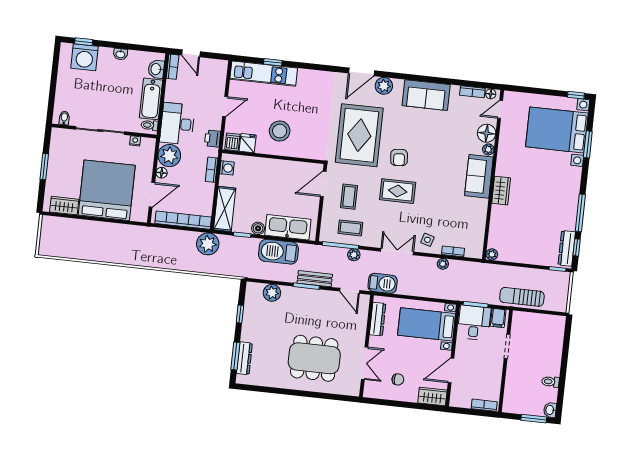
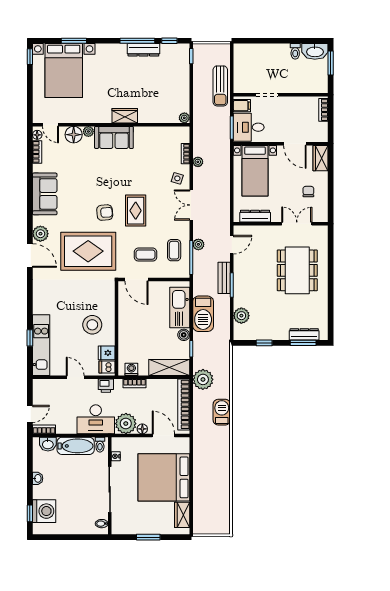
dresser: (567, 248) -> (143, 50), moved
barbecue: (383, 283) -> (222, 412), moved
washbasin: (550, 410) -> (315, 51), width x1.91, depth x1.45

